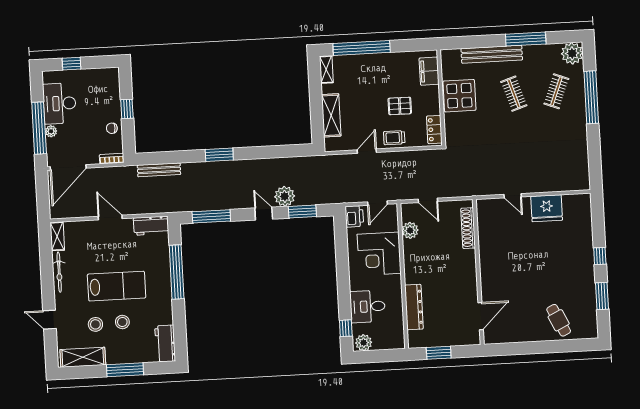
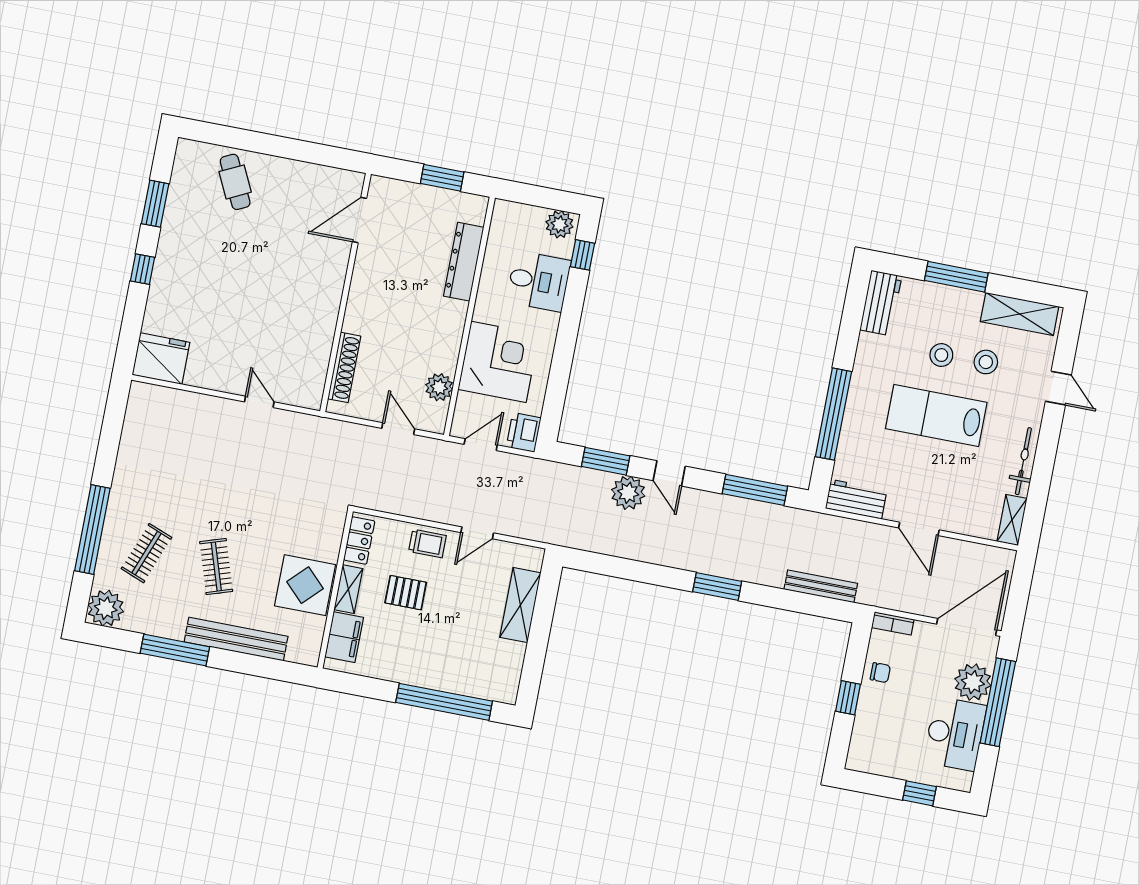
shelving: (326, 69) -> (348, 589), moved
plant: (51, 131) -> (973, 682), width x1.88, depth x1.88
fridge: (547, 208) -> (161, 359), moved

